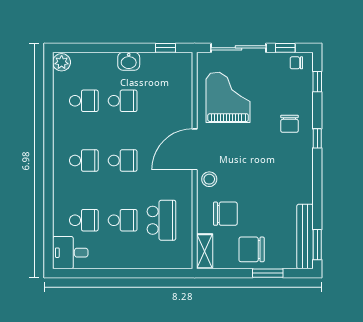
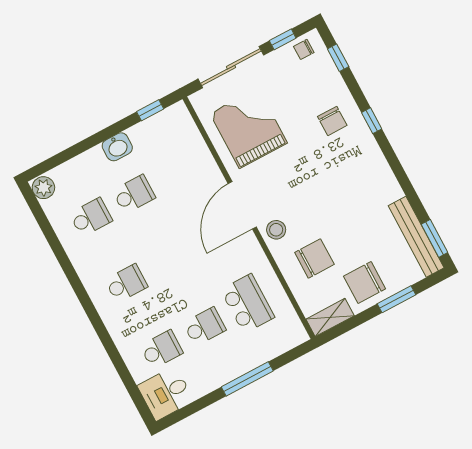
school desk: (123, 161) -> (169, 260), removed
shelving: (205, 251) -> (330, 317), moved, turned 90
window: (133, 273) -> (247, 379), added

